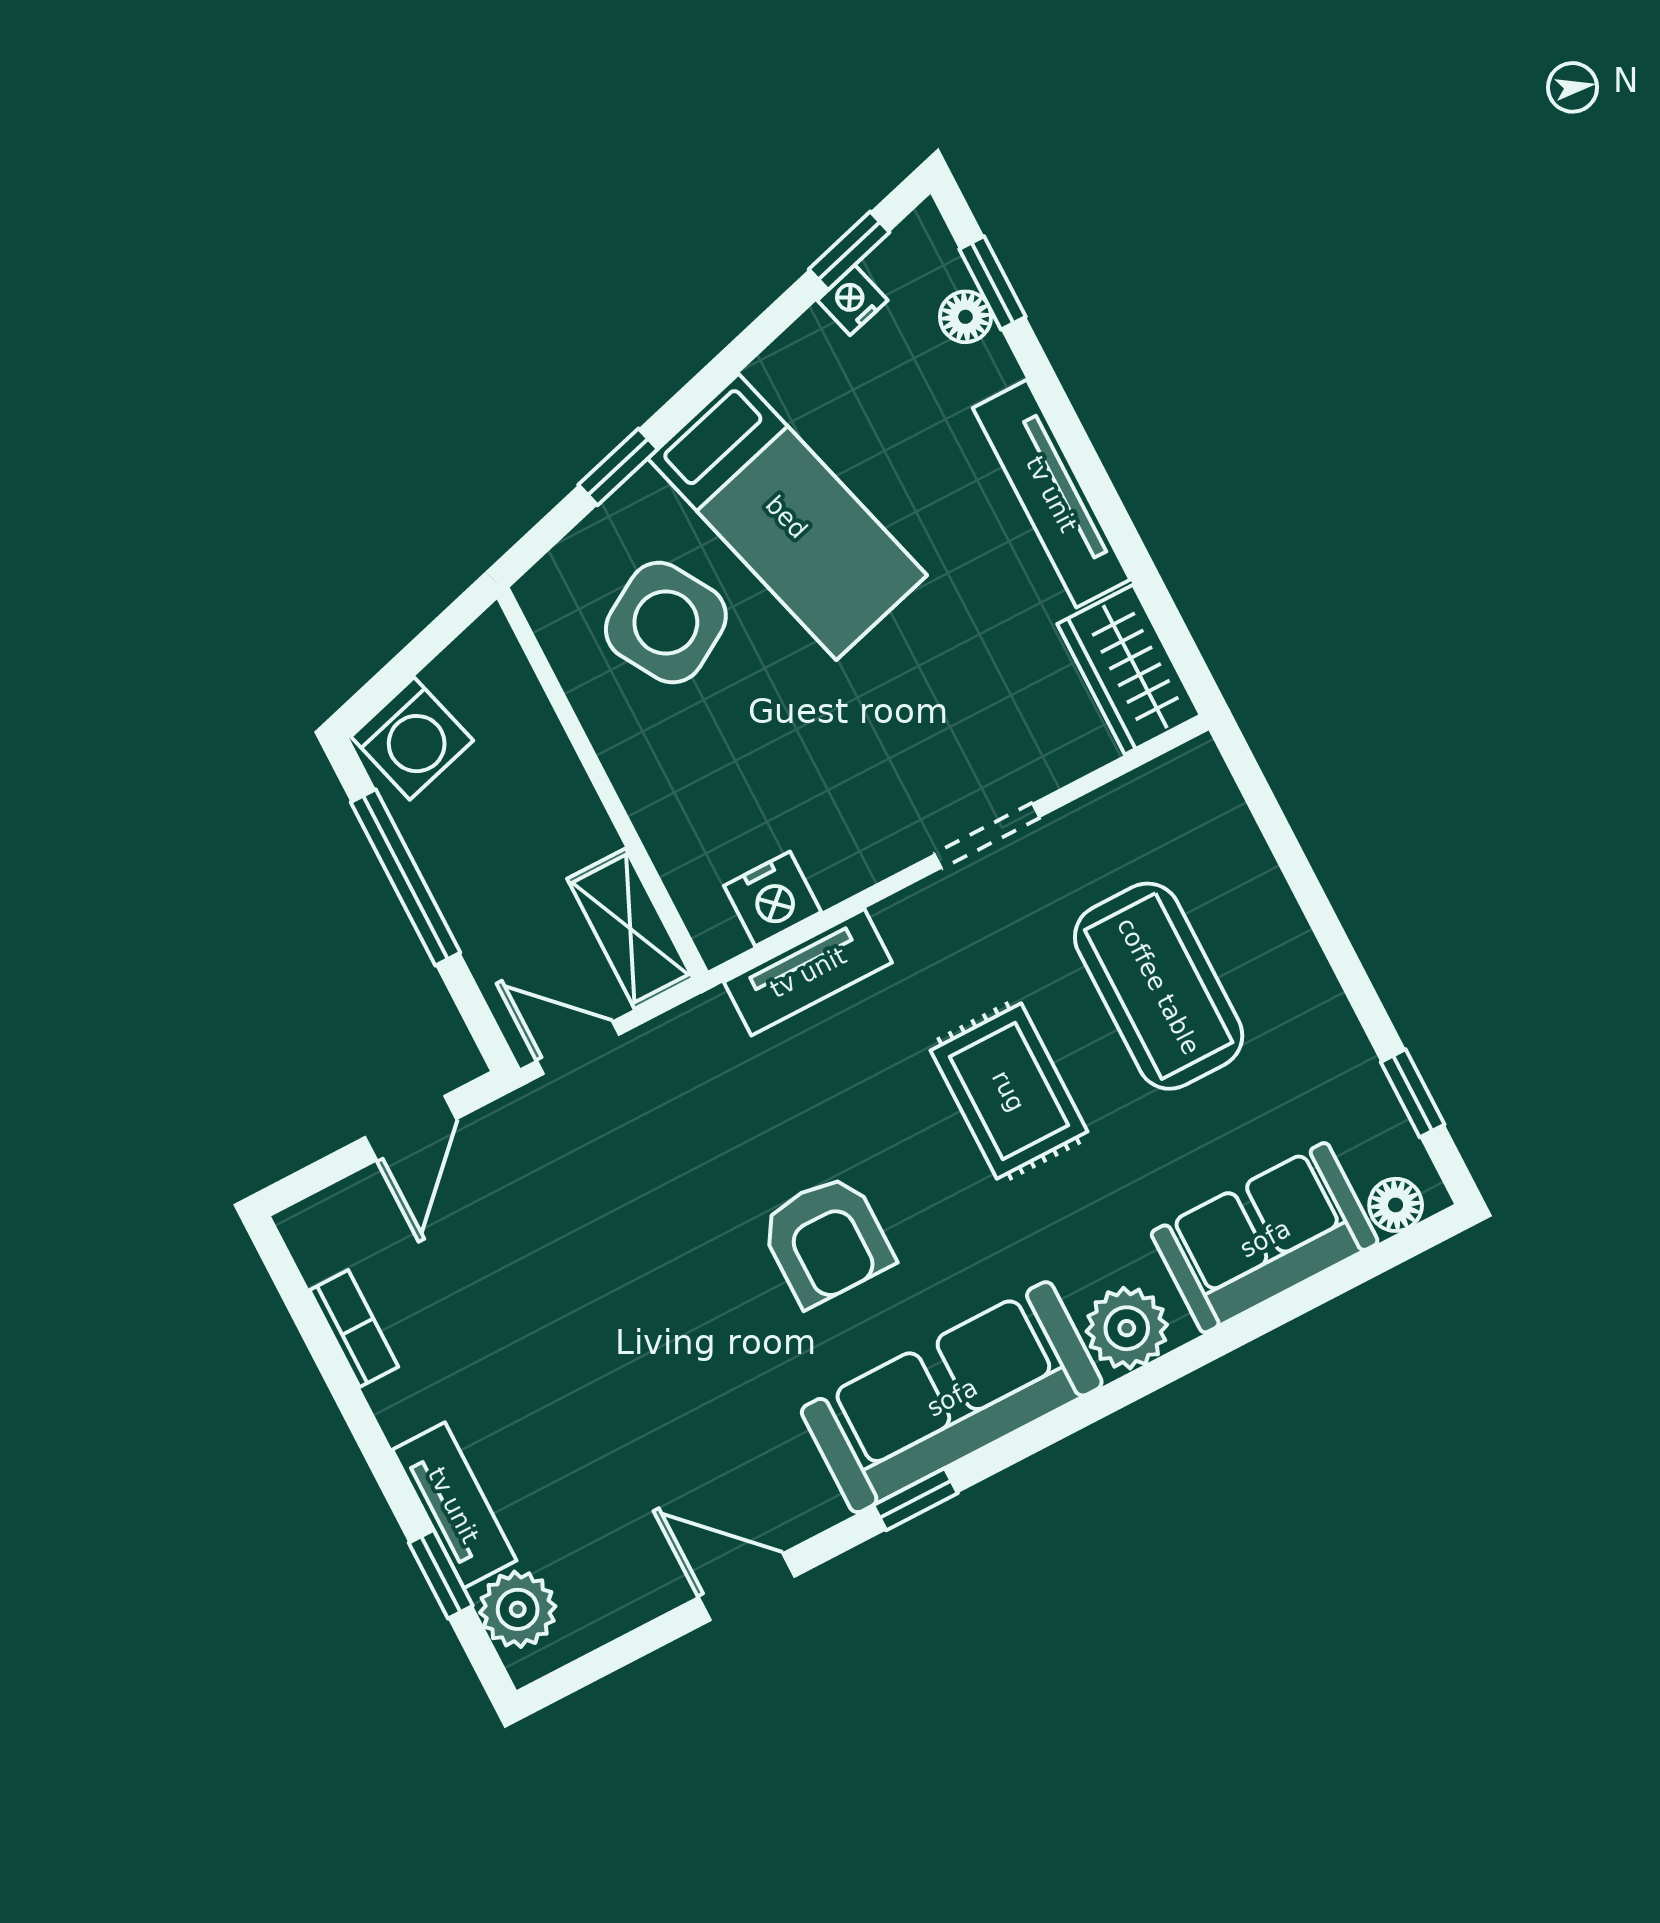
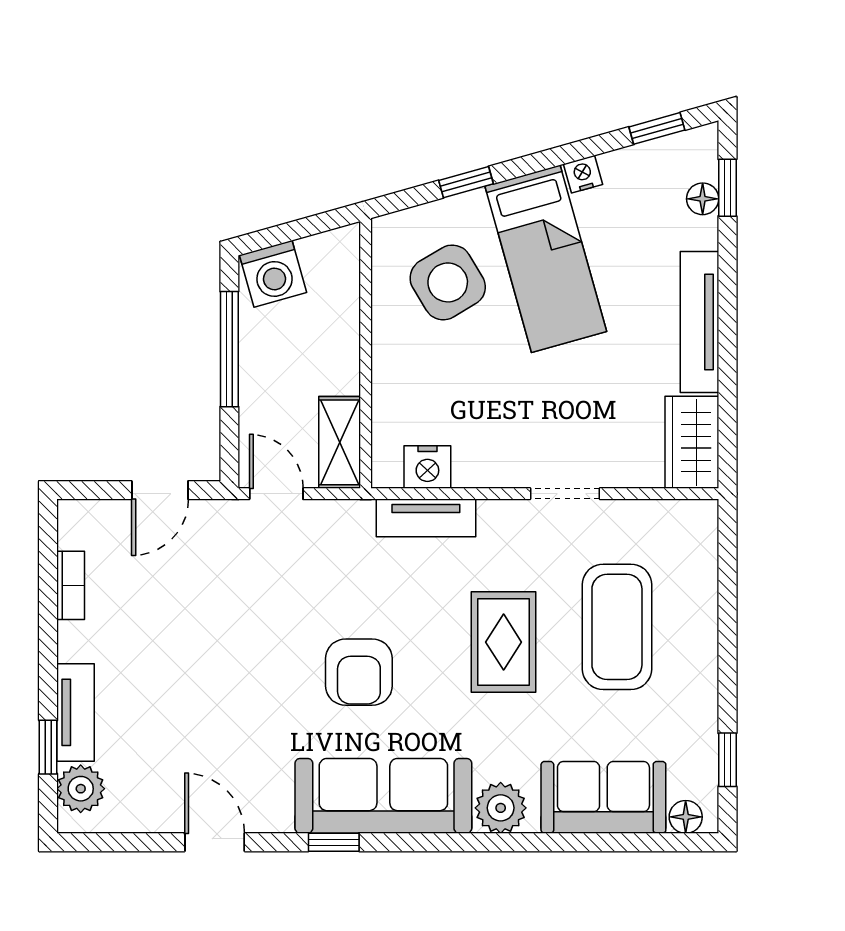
nightstand: (852, 300) -> (583, 174), moved

